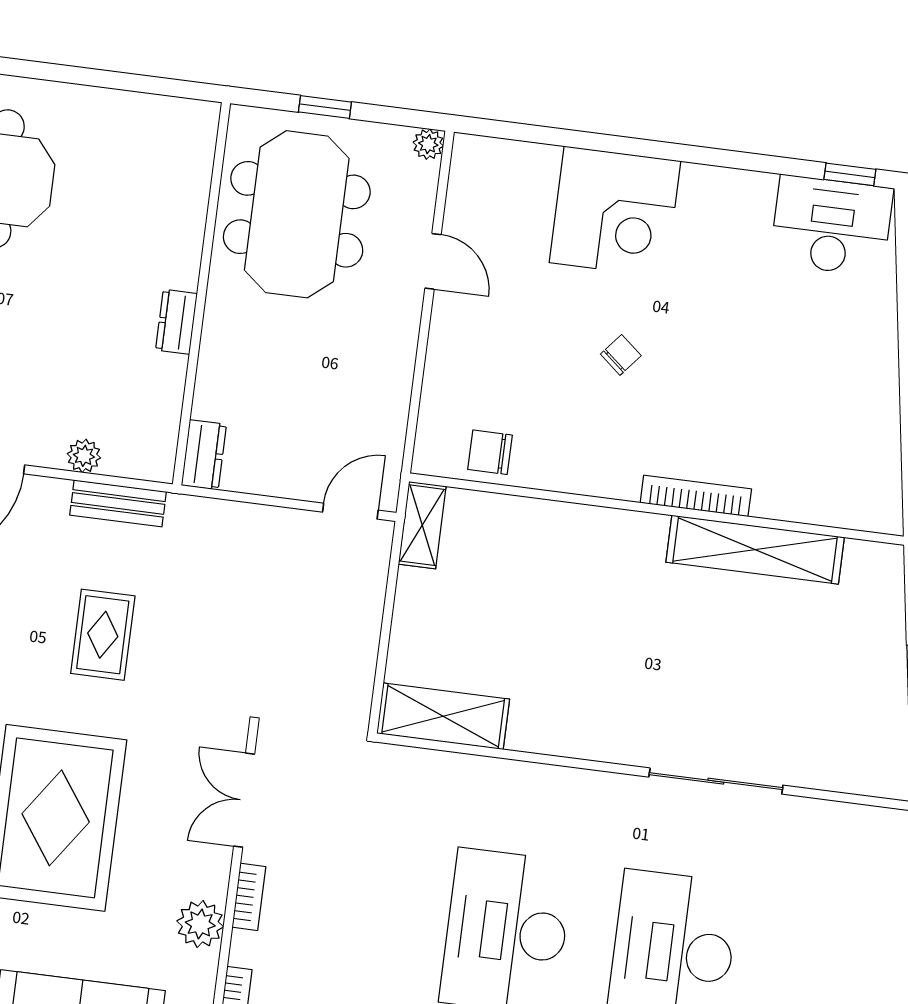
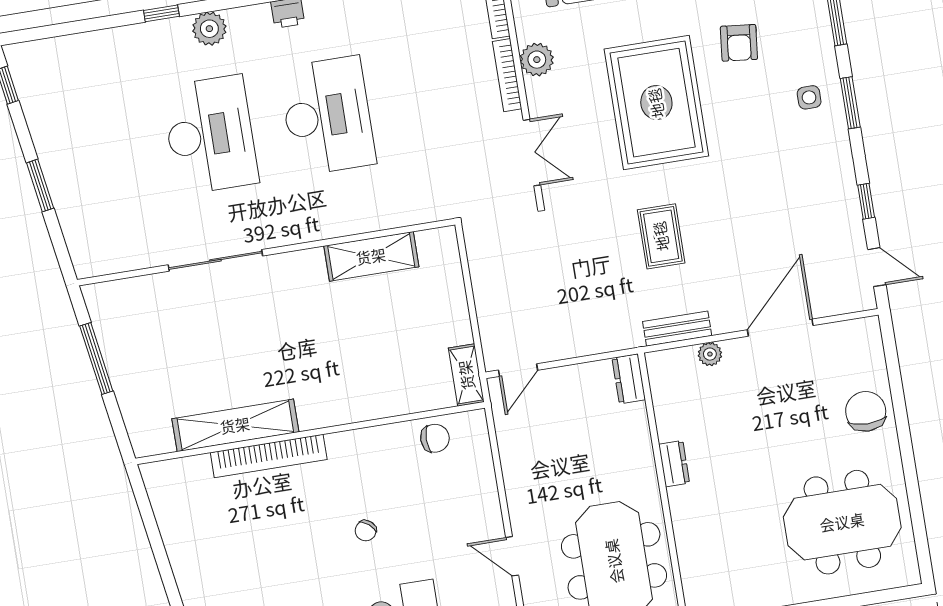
bookcase: (696, 496) -> (269, 456), width x1.48, depth x1.31
shelving: (443, 716) -> (371, 256), moved
bookcase: (249, 897) -> (507, 75), width x1.56

